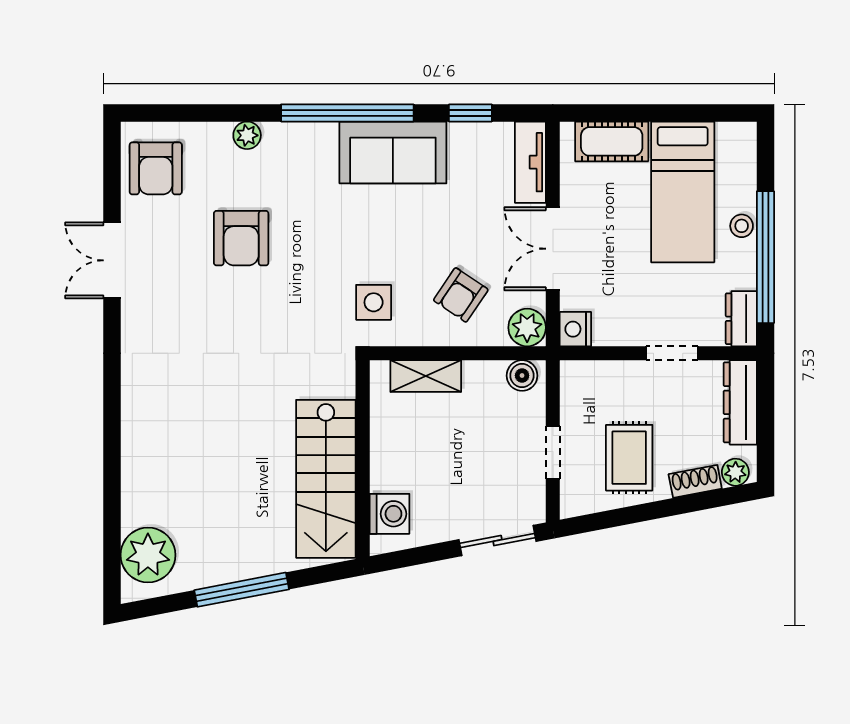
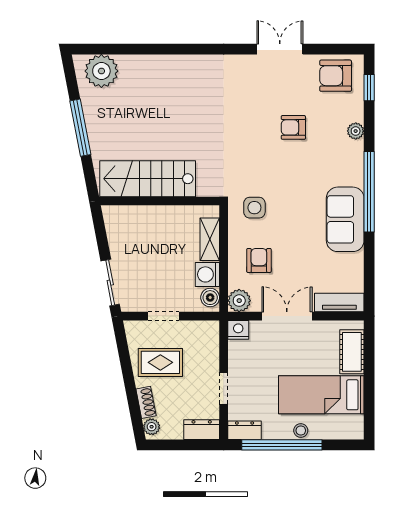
window: (470, 113) -> (369, 88), moved
armchair: (241, 238) -> (293, 127), width x0.72, depth x0.72
armchair: (461, 295) -> (259, 260), turned 56
dresser: (740, 402) -> (202, 430), width x0.70
washing machine: (389, 514) -> (207, 274), moved, turned 90

